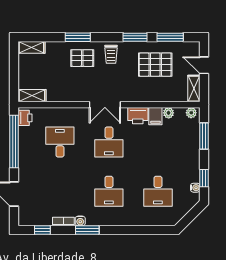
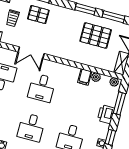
trolley: (111, 54) -> (13, 18), moved
double door: (105, 105) -> (31, 53), moved
printer: (138, 116) -> (106, 114), moved, turned 90

